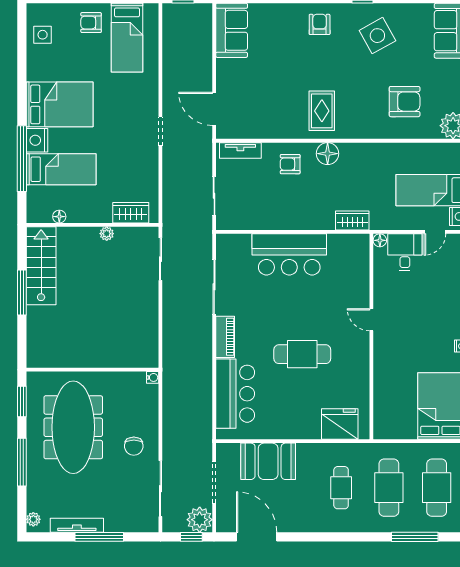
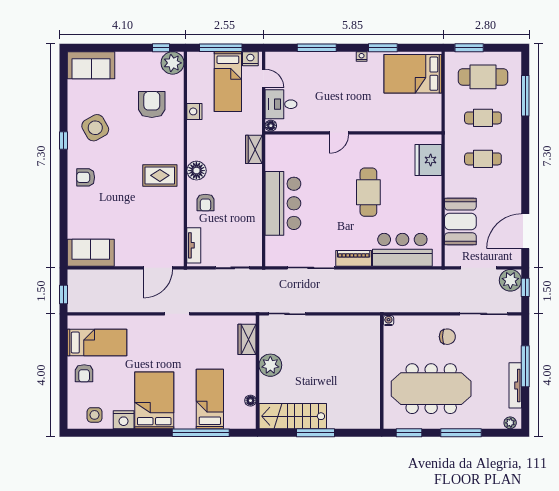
nightstand: (37, 140) -> (124, 420), moved
nightstand: (396, 151) -> (194, 111), added
plant: (107, 234) -> (270, 365), width x1.88, depth x1.88
cafe table: (389, 488) -> (483, 118), width x0.73, depth x0.74

